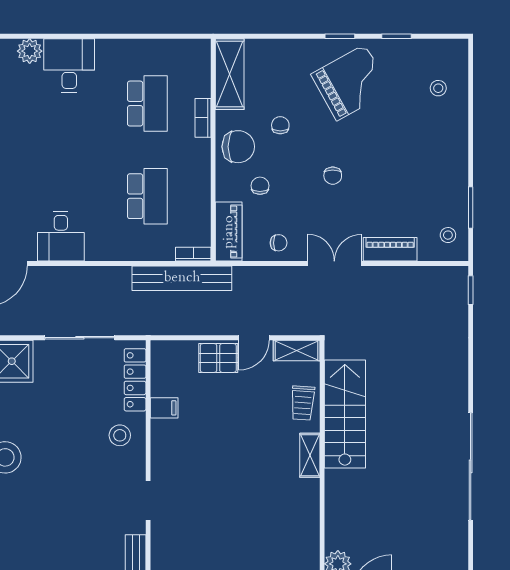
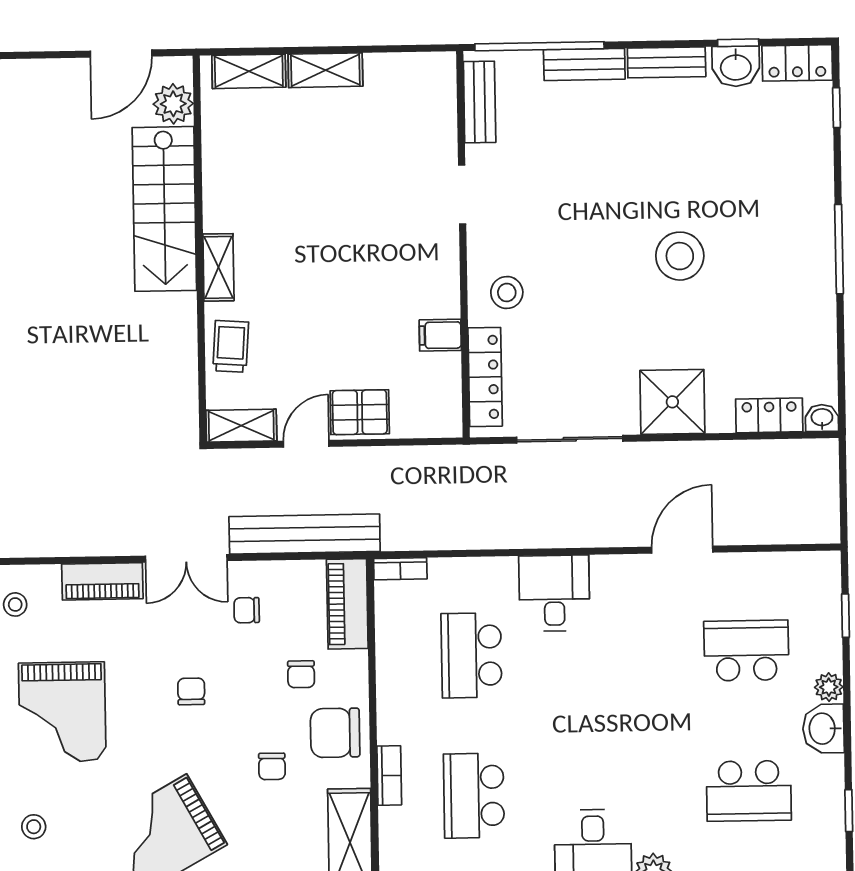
grand piano: (418, 164) -> (62, 712), added
desk: (61, 236) -> (554, 593), moved
chair: (279, 243) -> (247, 610), moved
bench: (182, 278) -> (305, 534), moved
stairs: (345, 414) -> (164, 209), moved

